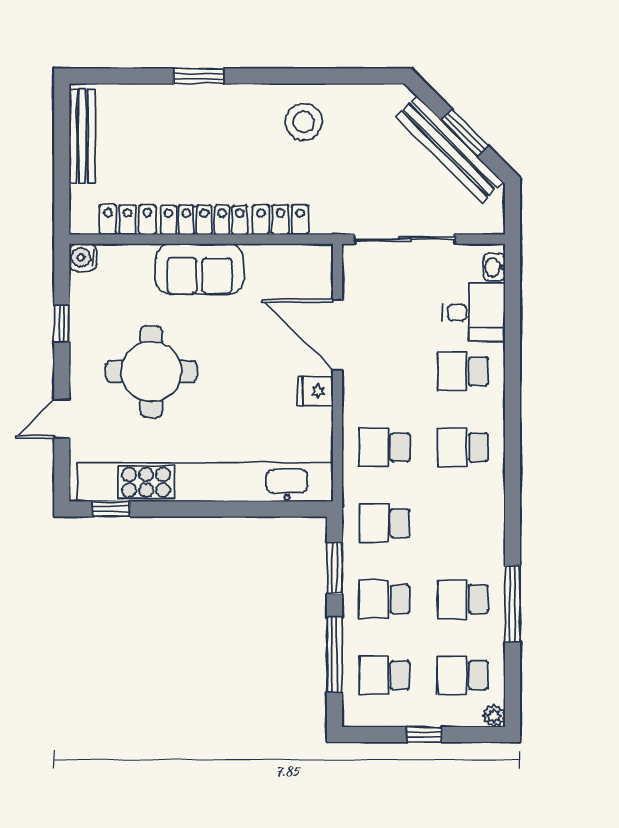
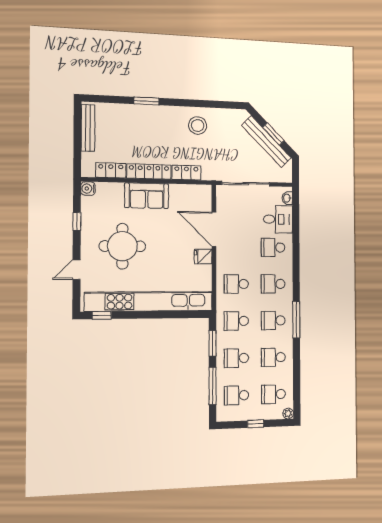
school desk: (463, 523) -> (273, 321), added
window: (513, 604) -> (296, 320), moved

